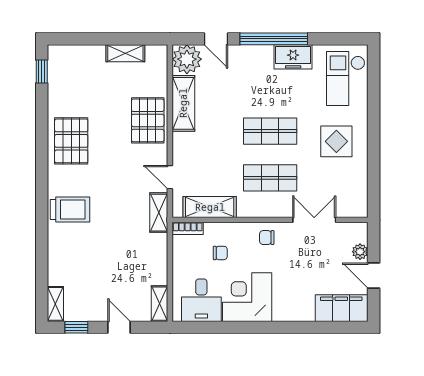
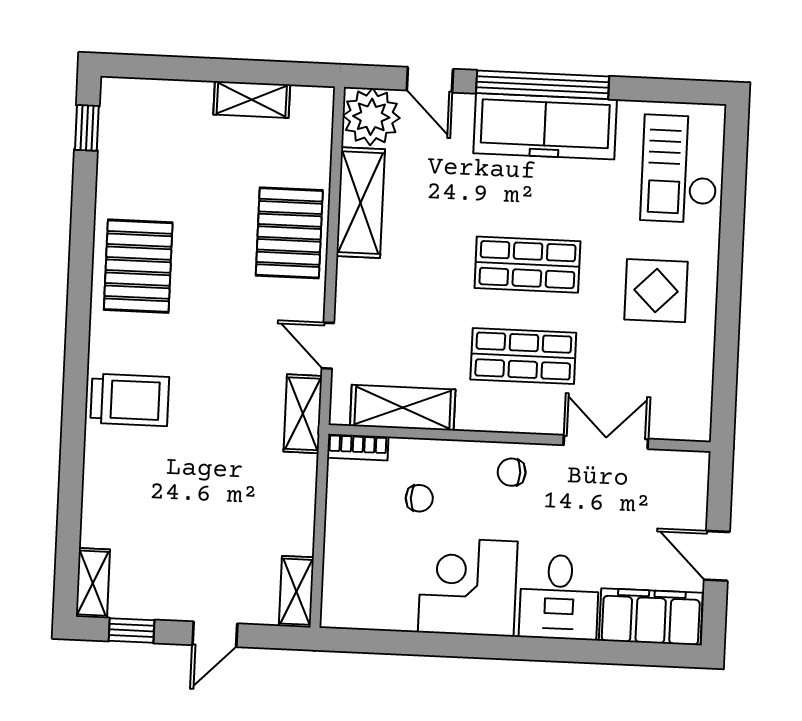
freezer: (293, 57) -> (545, 126), width x1.91, depth x1.26
plant: (360, 252) -> (692, 508), removed
desk: (201, 300) -> (559, 597), moved
door: (119, 327) -> (215, 634), swing flipped

